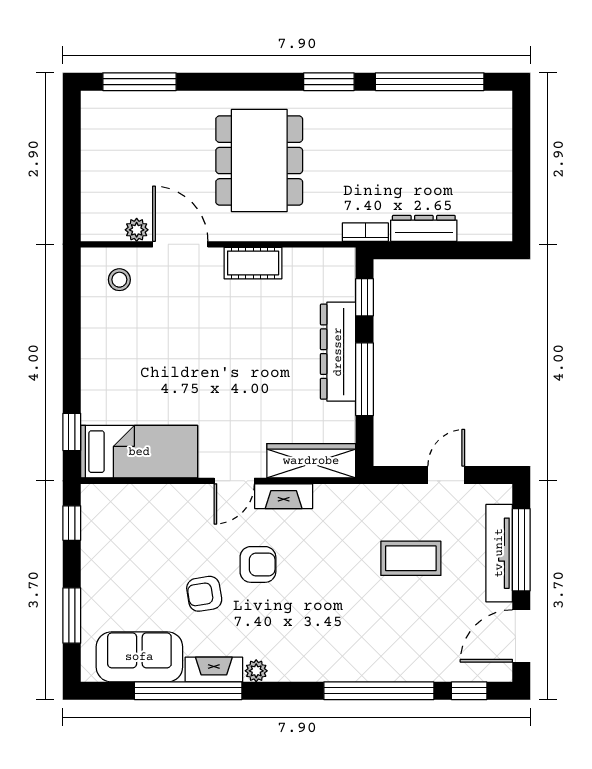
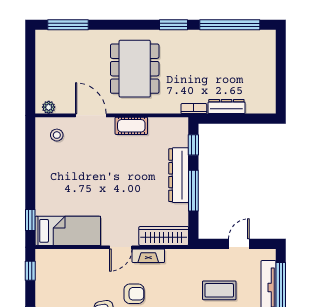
plant: (137, 230) -> (49, 107), moved

